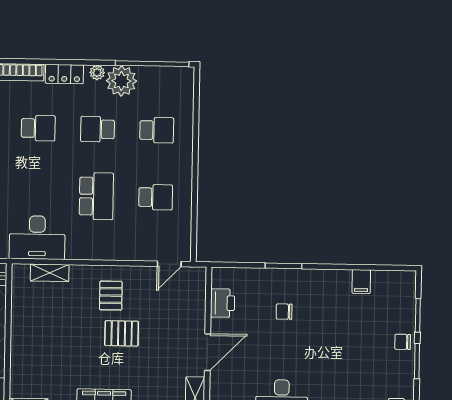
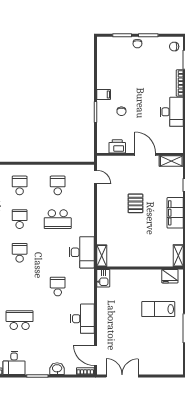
school desk: (97, 129) -> (20, 219), turned 180
school desk: (96, 196) -> (58, 219), turned 180
shelving: (50, 273) -> (102, 256), moved
filing cabinet: (361, 282) -> (104, 95), moved
pallet: (111, 296) -> (114, 210), removed

